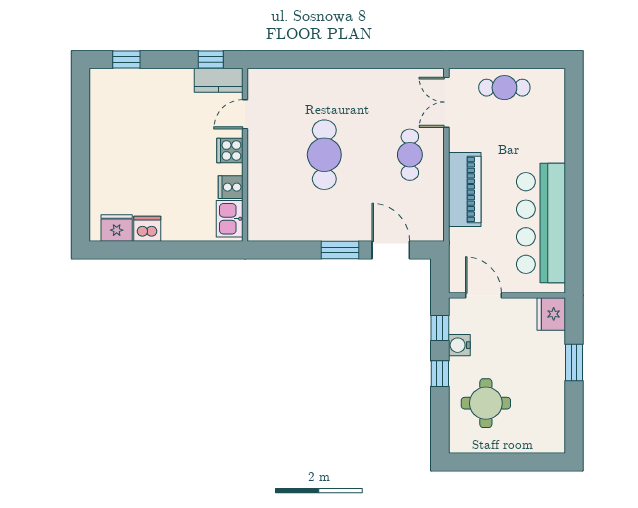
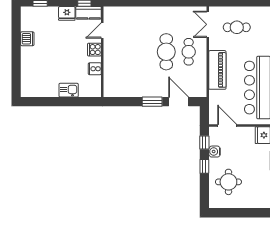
cafe table: (504, 88) -> (237, 27), moved
cafe table: (324, 155) -> (166, 52), moved
kitchen sink: (230, 219) -> (69, 90), moved, turned 90
fridge: (117, 228) -> (67, 13), moved, turned 180
dishwasher: (147, 229) -> (27, 39), moved, turned 90

